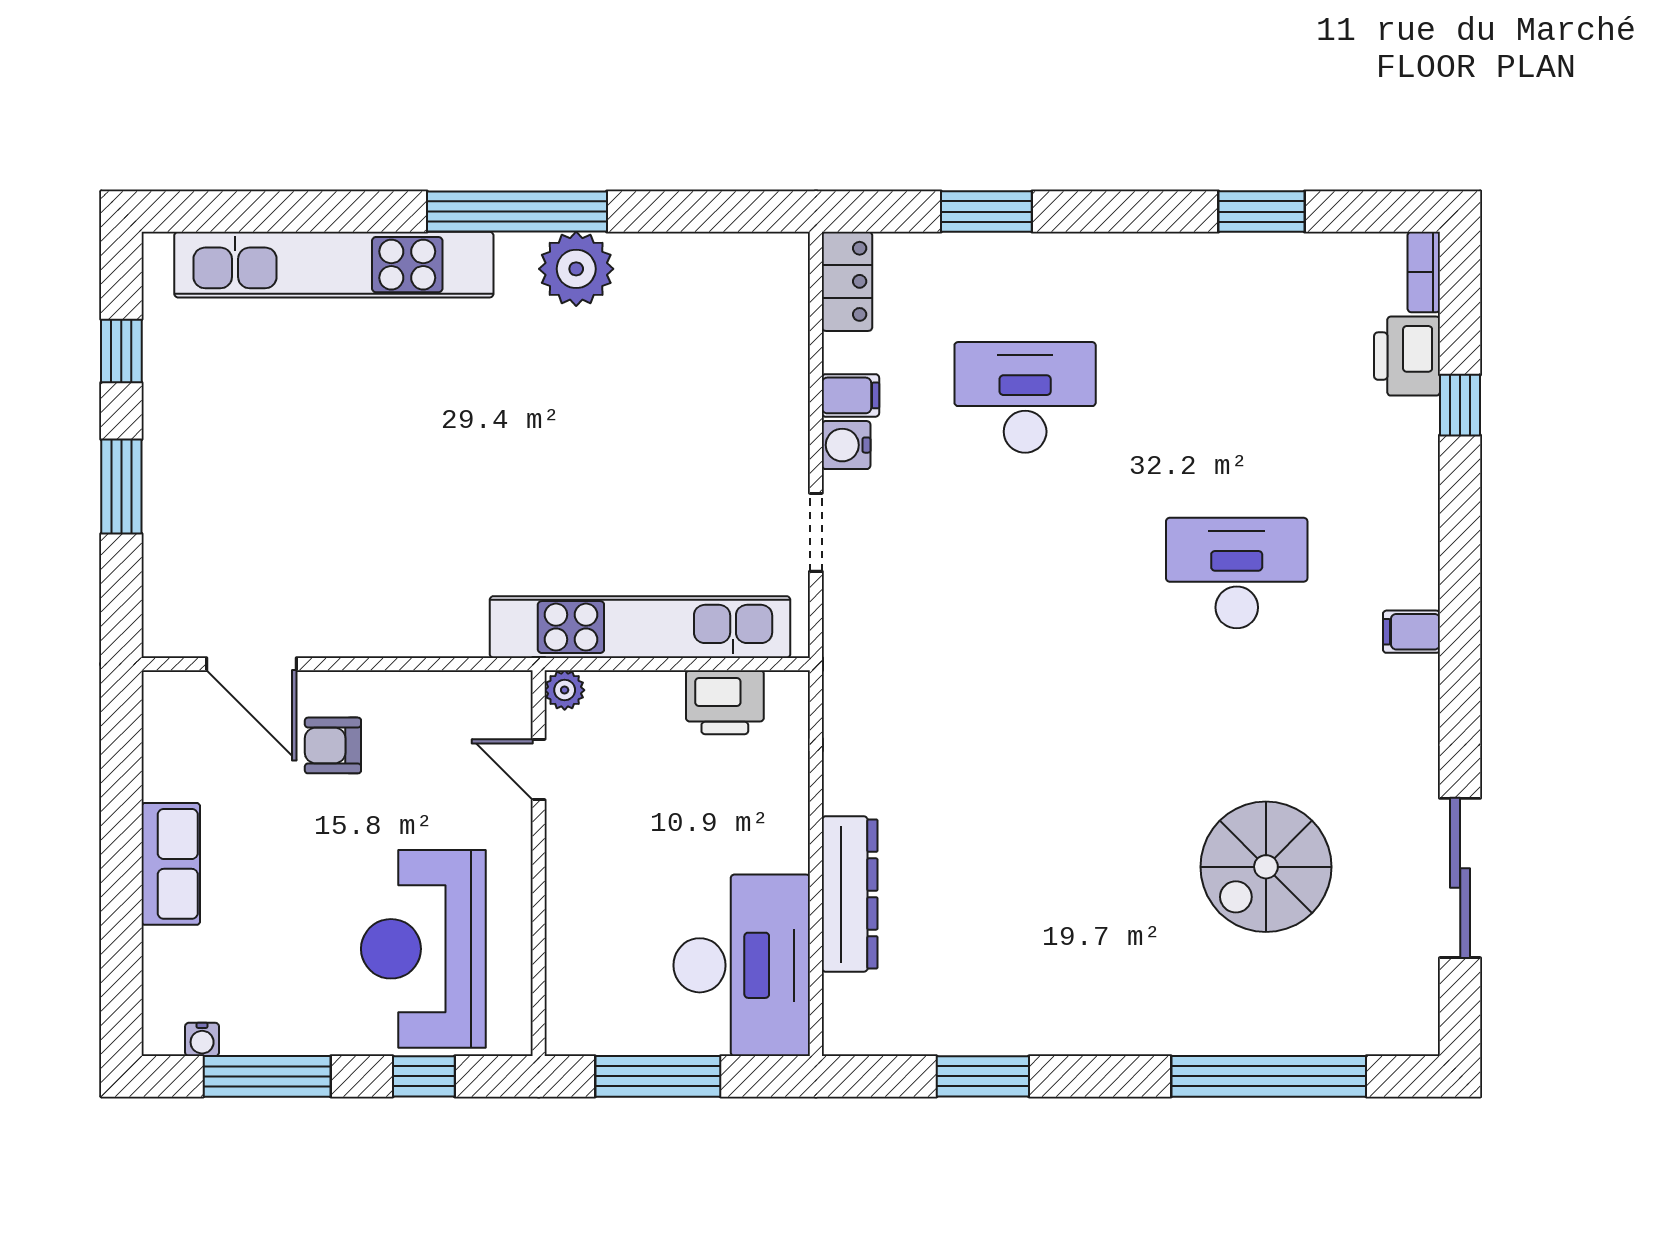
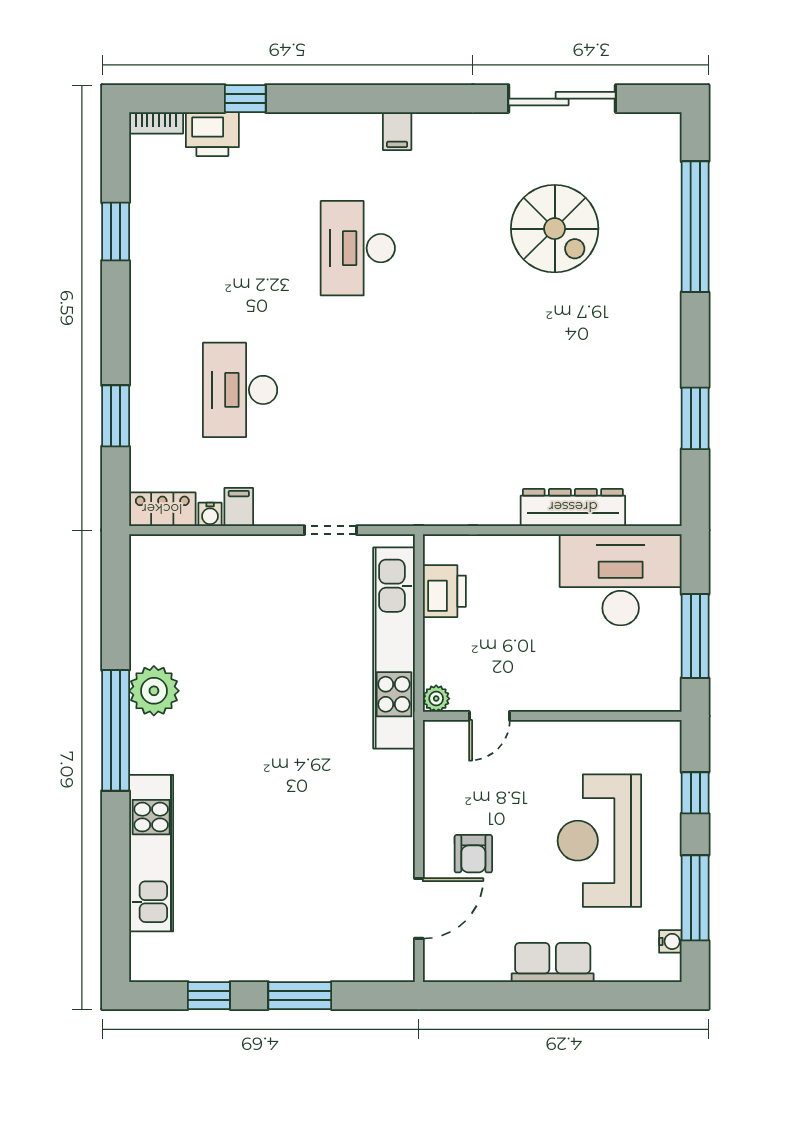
kitchen unit: (334, 265) -> (151, 853), width x0.73
water cooler: (846, 445) -> (210, 514), moved, width x0.72, depth x0.72
reception desk: (423, 949) -> (599, 841), moved, turned 90

